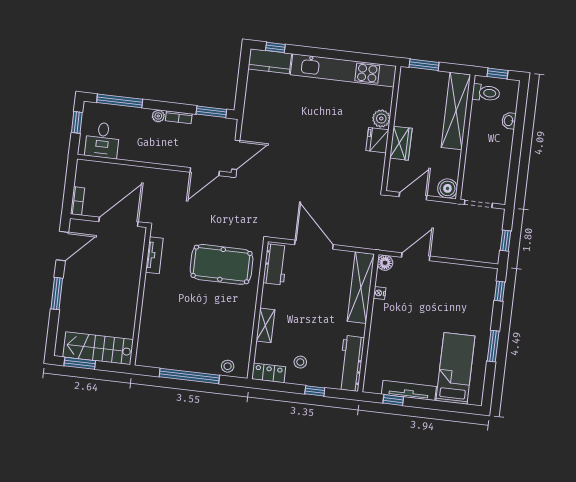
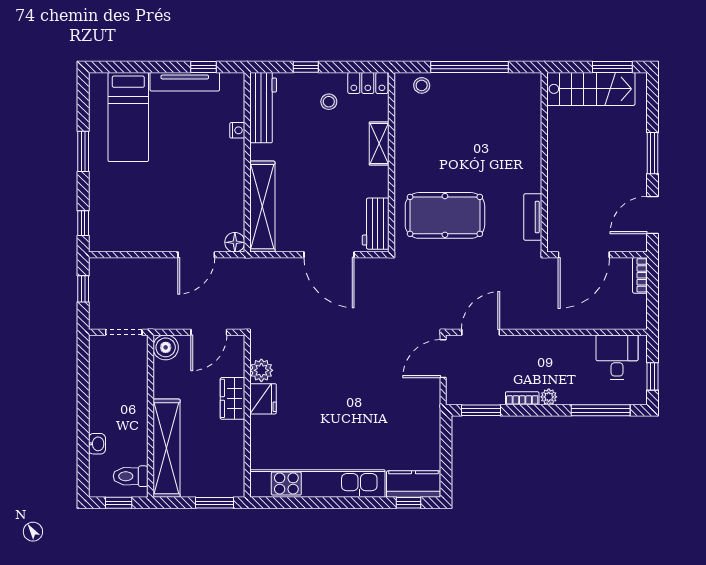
plant: (381, 119) -> (261, 370), moved
nightstand: (380, 293) -> (237, 130), moved

